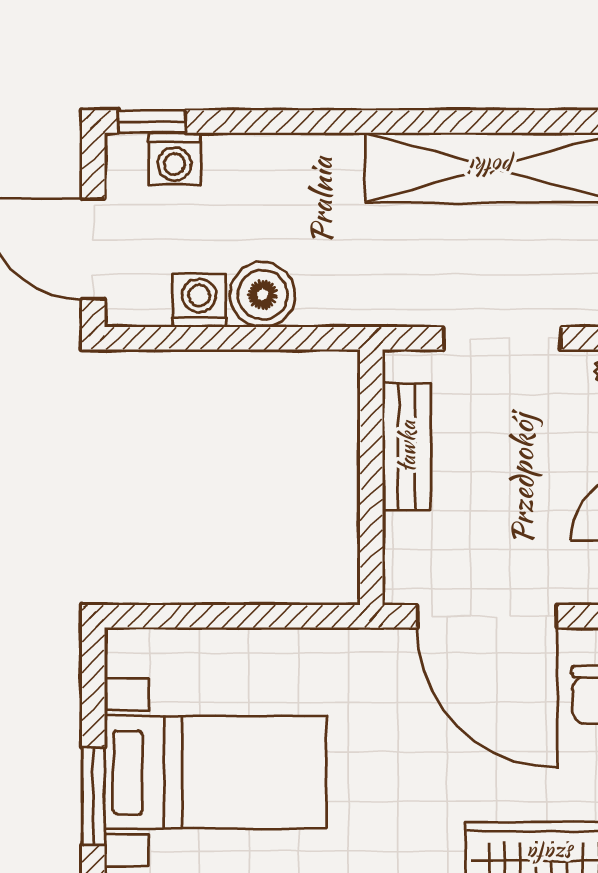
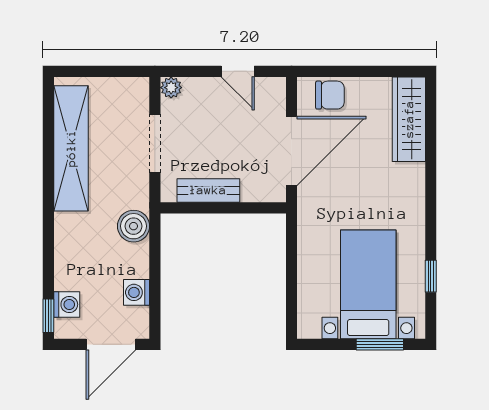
boiler: (263, 295) -> (134, 226), moved

